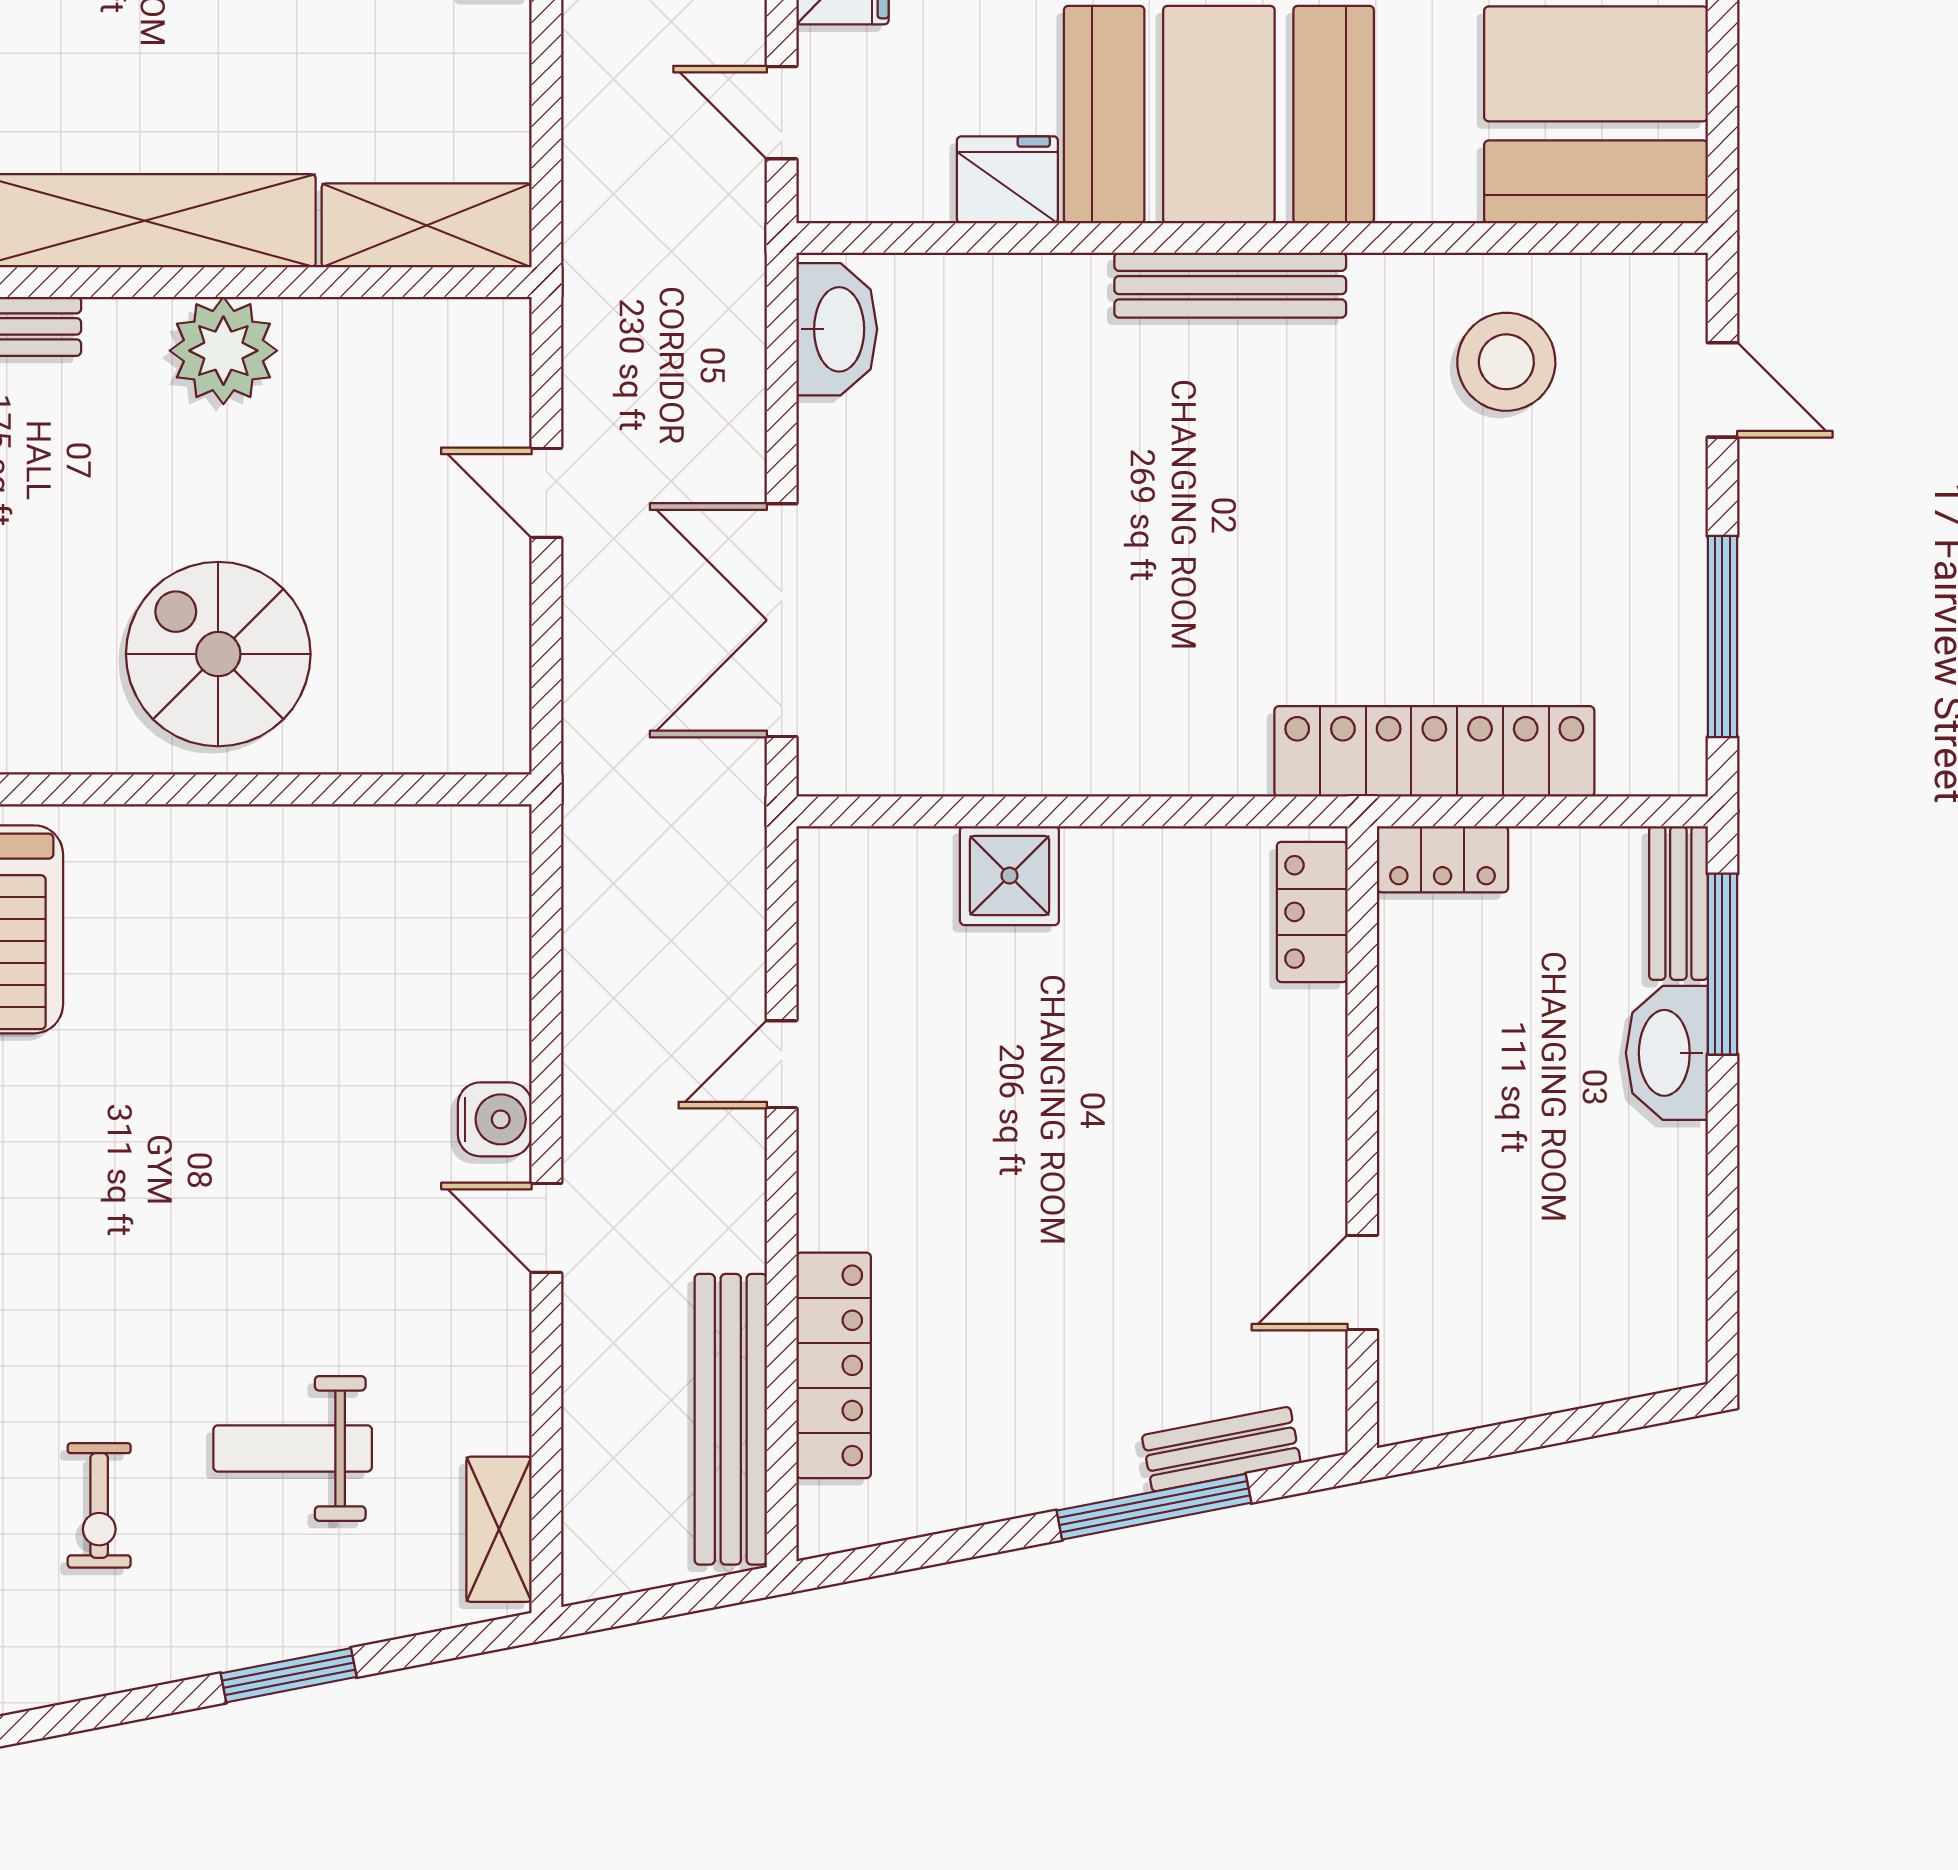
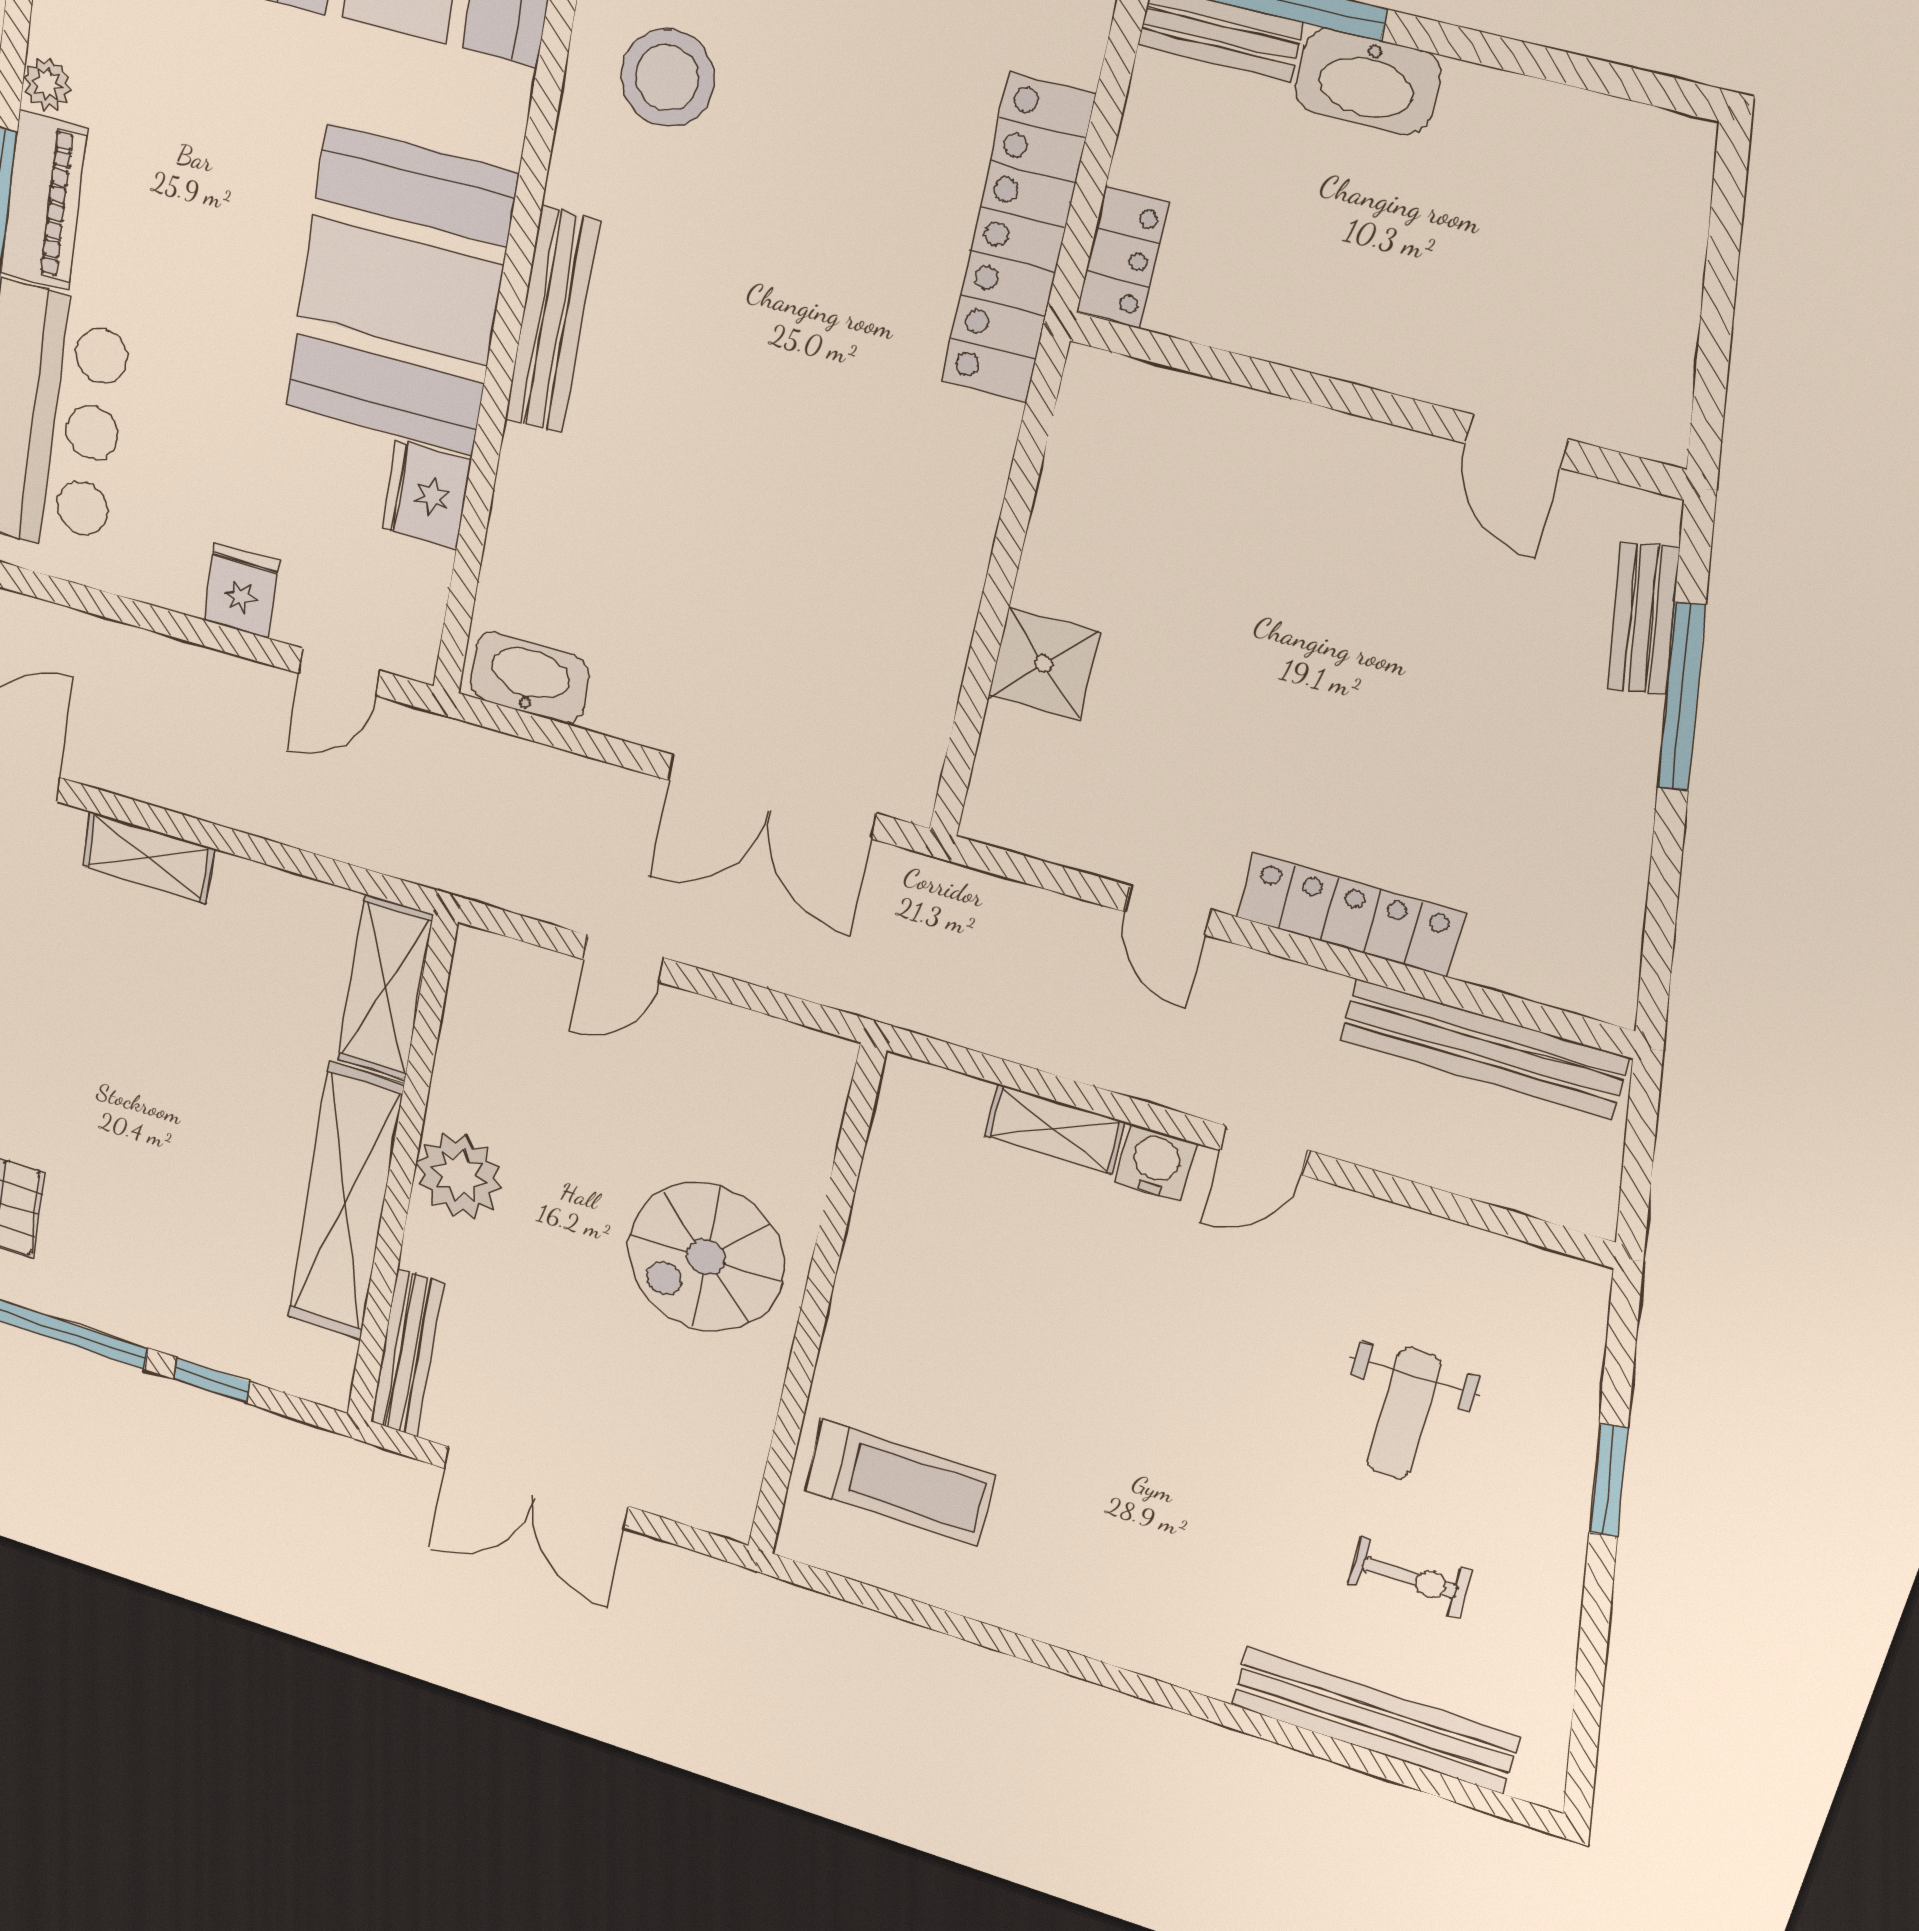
locker: (1312, 912) -> (1143, 395), removed
locker: (834, 1365) -> (1350, 915), moved
shelving: (499, 1529) -> (1055, 1129), moved

